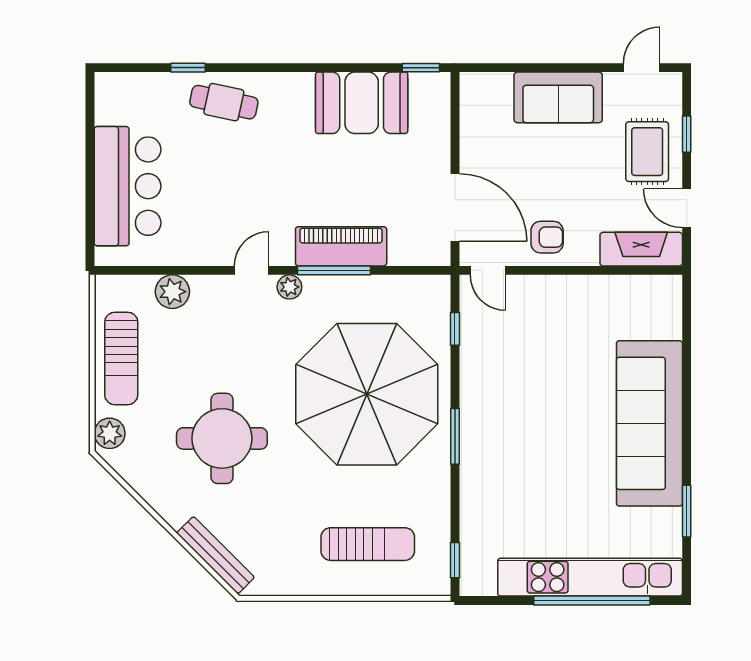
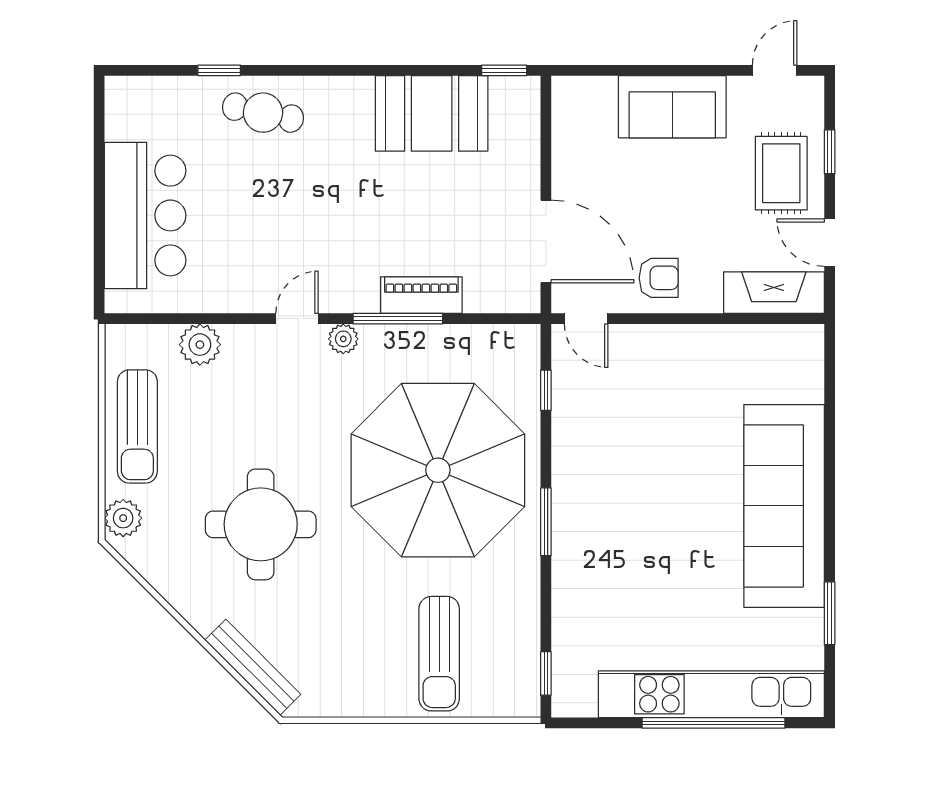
piano: (341, 246) -> (421, 295), width x0.73, depth x0.75
sun lounger: (368, 544) -> (439, 654), turned 90

